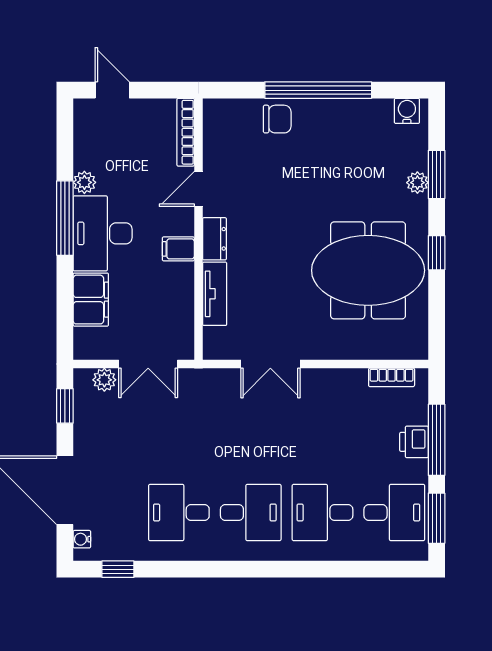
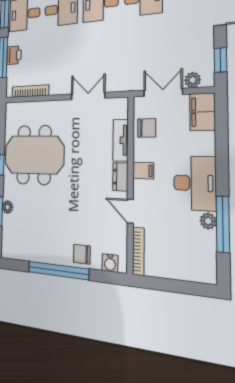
door: (112, 90) -> (189, 288), removed
water cooler: (407, 111) -> (110, 263), moved
door: (198, 189) -> (130, 211), swing flipped
window: (65, 218) -> (223, 224), moved
filing cabinet: (91, 300) -> (202, 112), moved
chair: (173, 312) -> (147, 128), added
bookcase: (392, 377) -> (30, 91), width x1.56

